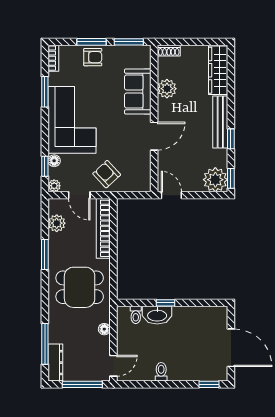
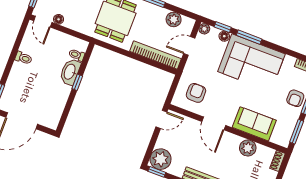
window: (45, 92) -> (249, 37), moved
armchair: (107, 174) -> (196, 93), moved, turned -47
floor lamp: (104, 329) -> (59, 19), moved

